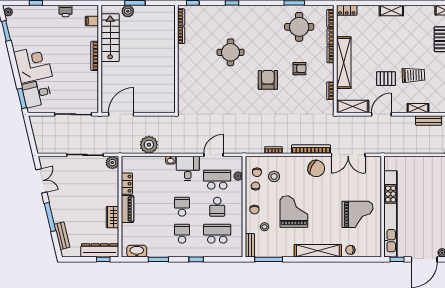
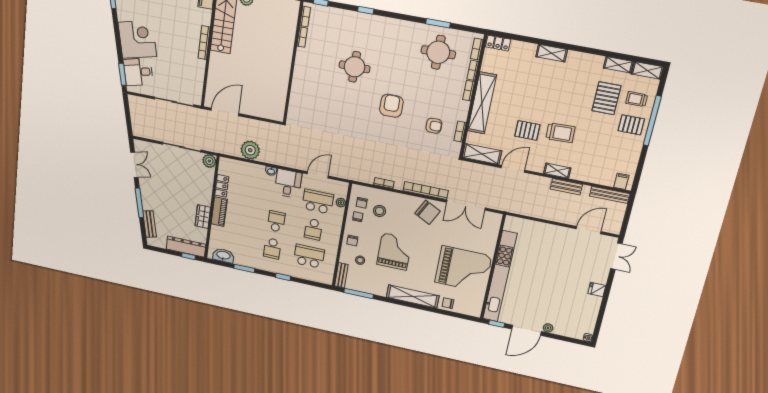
armchair: (300, 69) -> (434, 126), moved
grand piano: (357, 214) -> (463, 269), width x1.37, depth x1.48
school desk: (182, 234) -> (272, 248), turned 180

